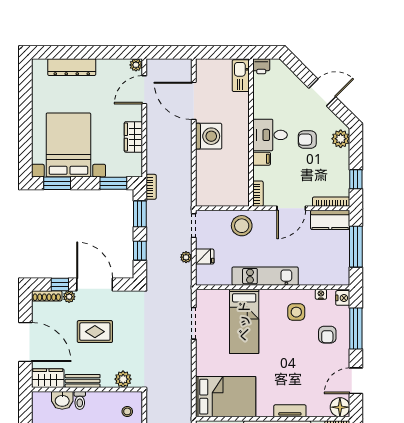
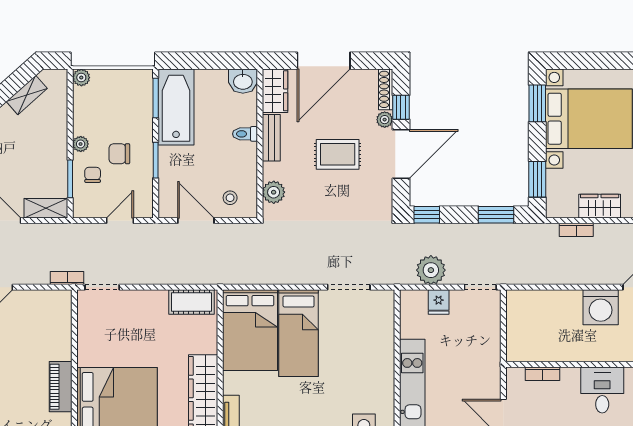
filing cabinet: (262, 159) -> (570, 379), removed
bookcase: (151, 187) -> (576, 230), moved
bookcase: (258, 194) -> (542, 374), moved
stool: (242, 226) -> (480, 352), removed
window: (140, 251) -> (427, 215), moved
plant: (186, 257) -> (431, 270), width x1.87, depth x1.87
bed: (244, 321) -> (299, 333), moved, turned -90
rug: (95, 332) -> (338, 154), turned 90
washbasin: (62, 400) -> (243, 81), moved, turned -90

